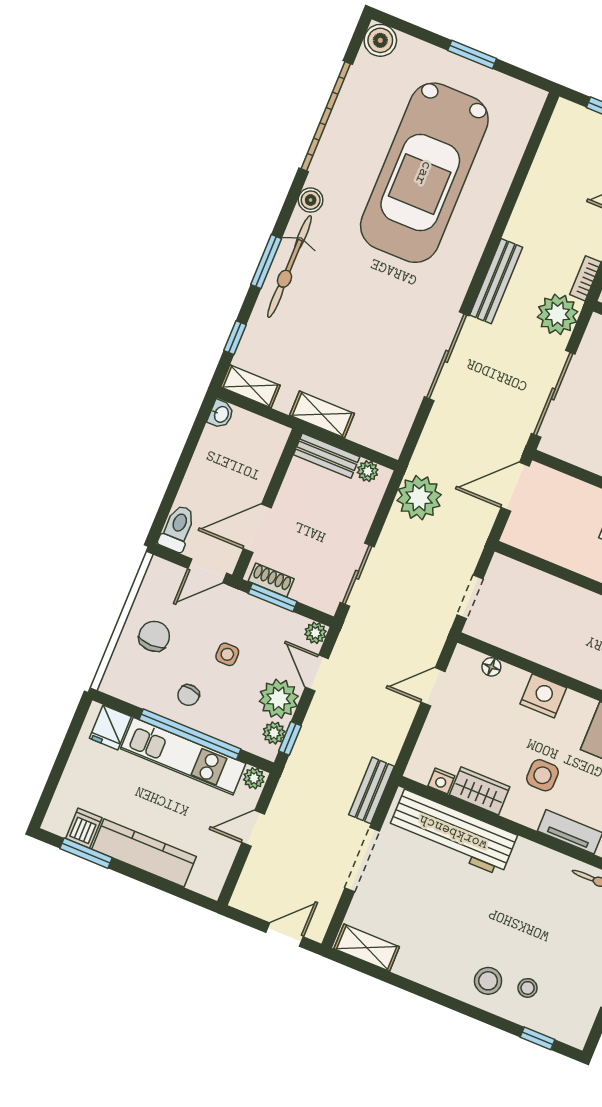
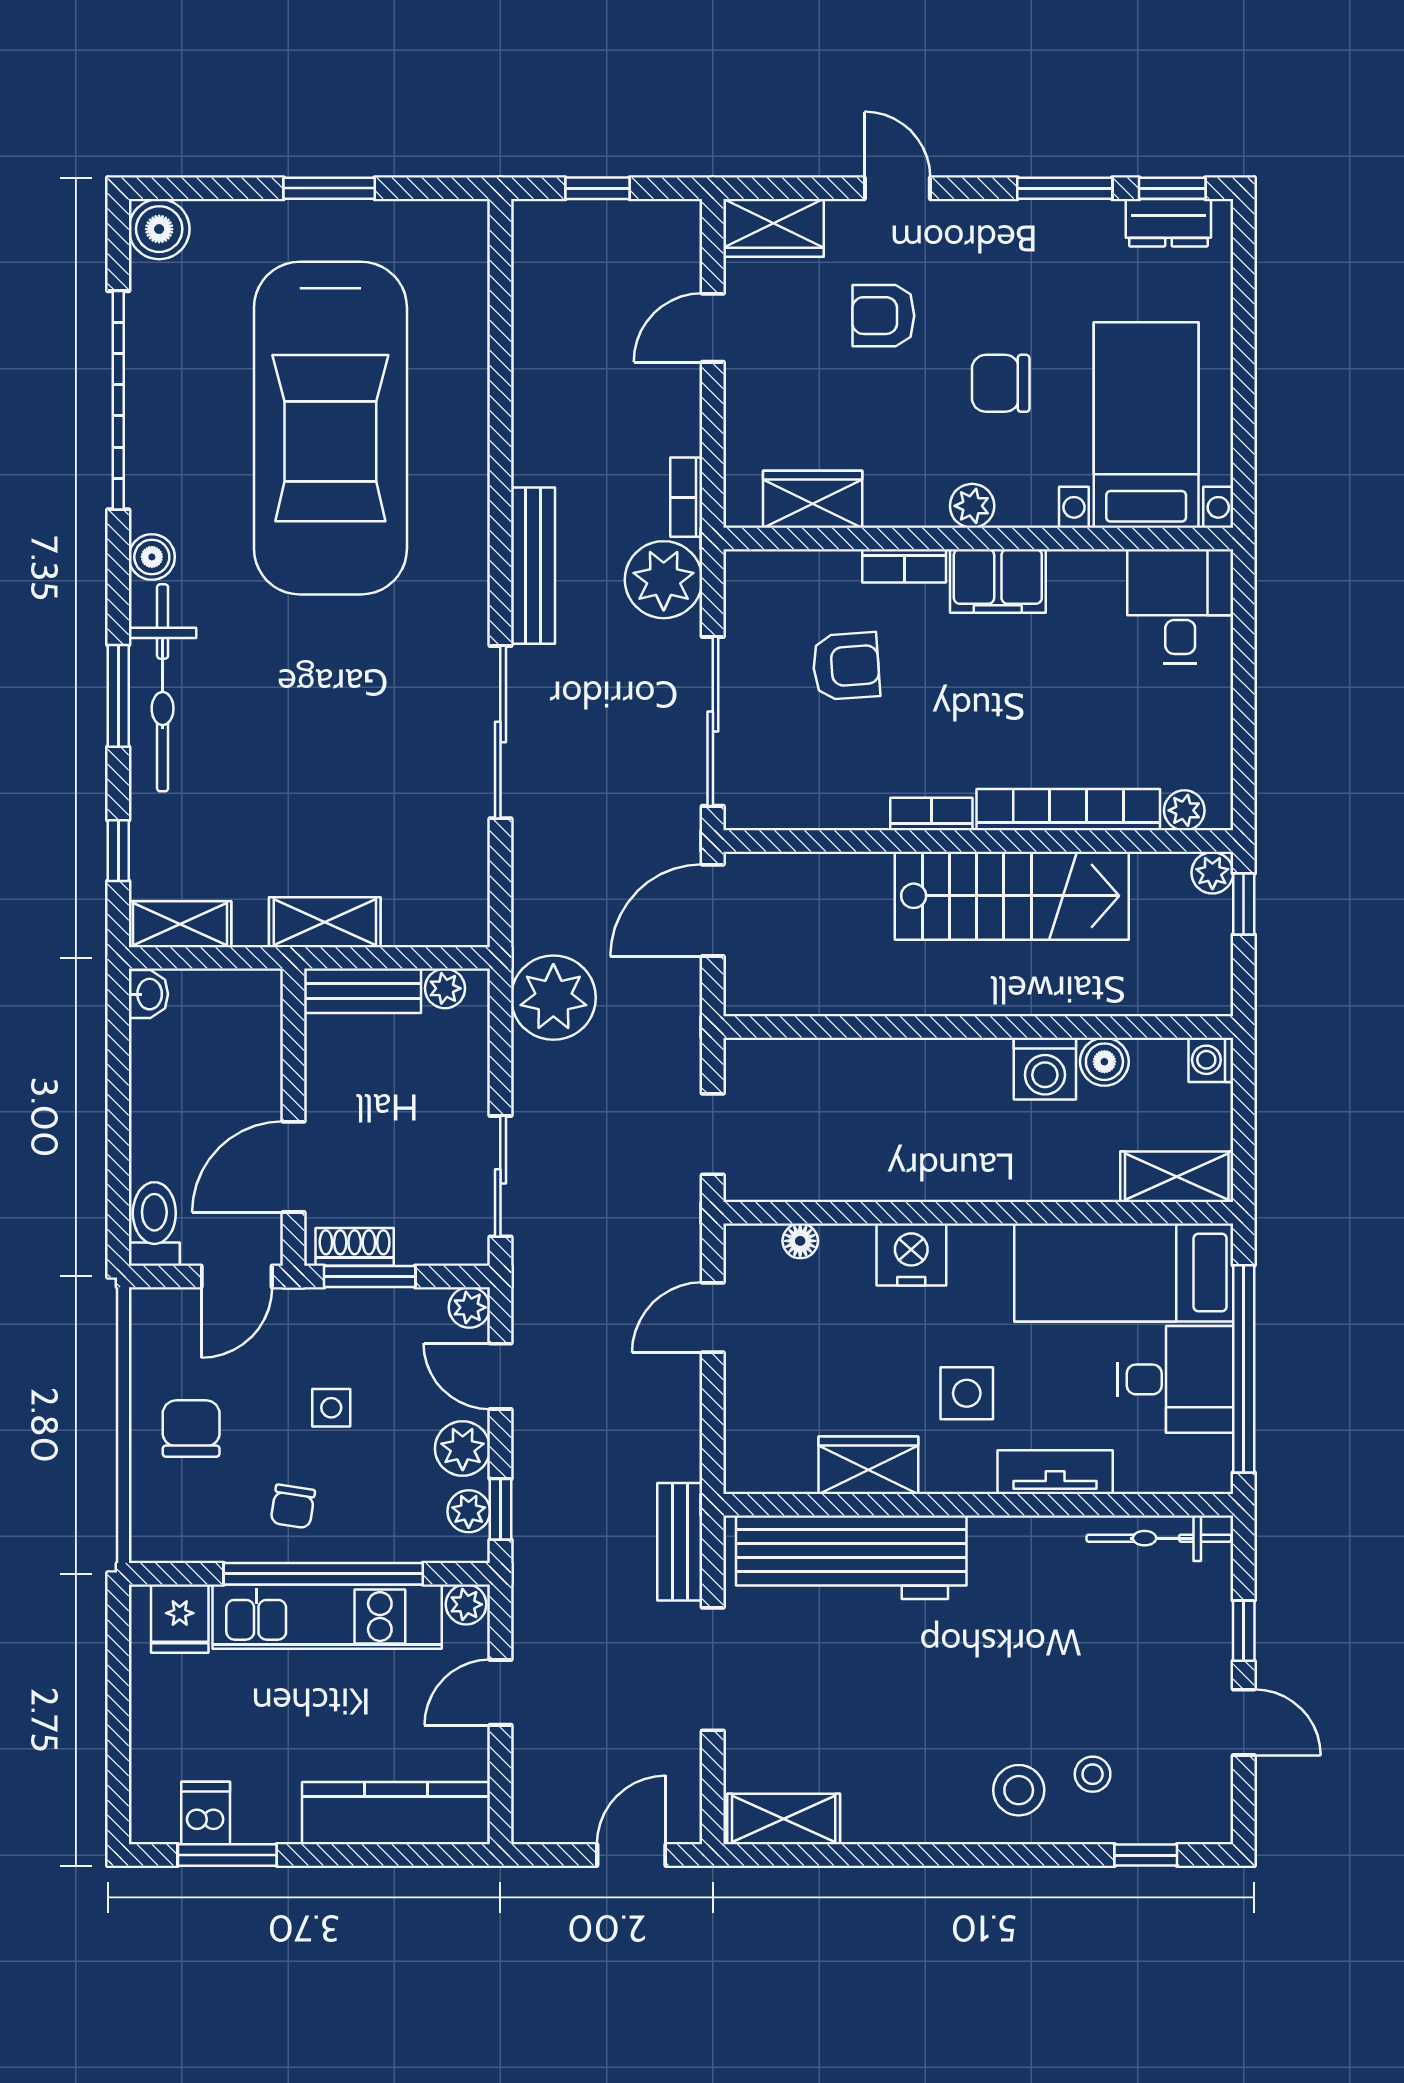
plant: (279, 699) -> (463, 1449), width x0.73, depth x0.73
nightstand: (441, 781) -> (795, 1475), removed
kitchen counter: (144, 853) -> (396, 1813), moved

